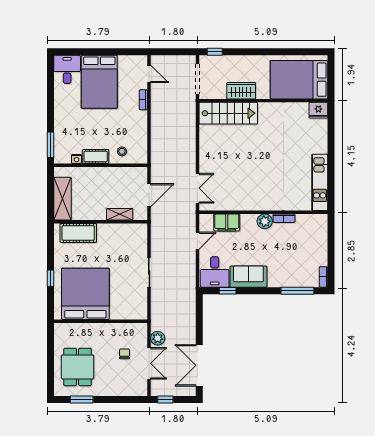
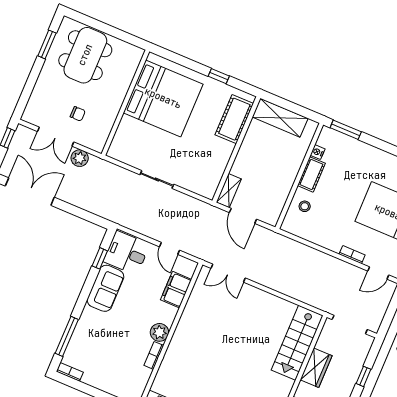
window: (215, 52) -> (364, 376), moved
shelving: (120, 214) -> (229, 191), moved
window: (50, 278) -> (219, 76), moved
dining table: (78, 367) -> (85, 55), width x1.38

